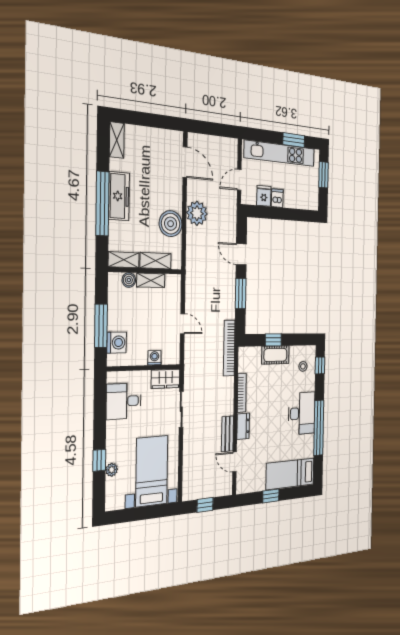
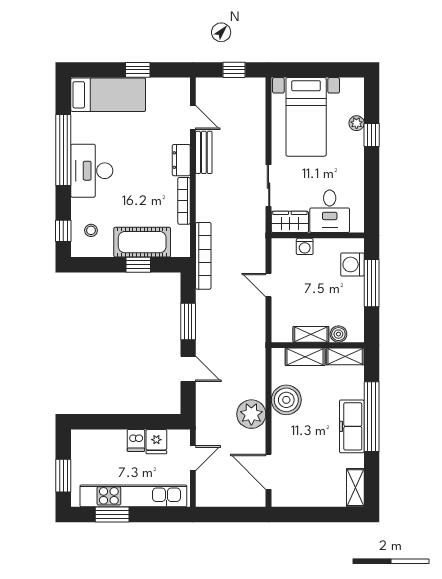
cot: (275, 355) -> (142, 242), width x1.37, depth x1.34
desk: (124, 401) -> (330, 211), moved, turned 90

